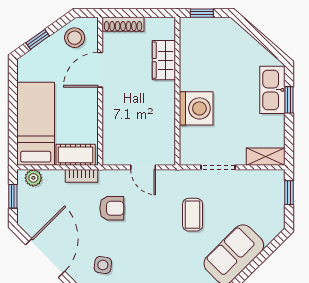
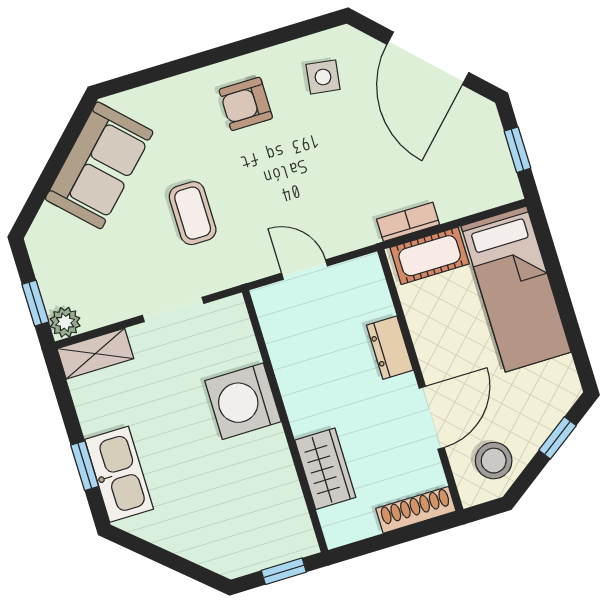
dresser: (111, 113) -> (390, 348), added
plant: (33, 178) -> (65, 322), moved
armchair: (112, 208) -> (246, 104), moved

